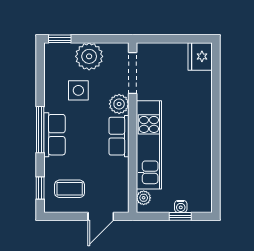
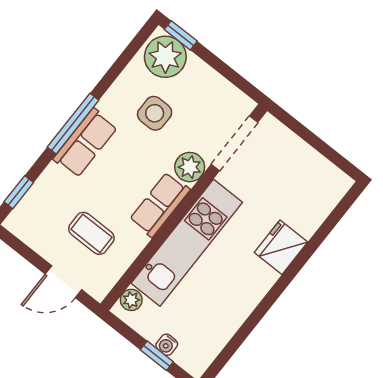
plant: (89, 56) -> (165, 57), moved
fridge: (200, 56) -> (281, 247), moved
coffee table: (70, 189) -> (91, 233), moved

